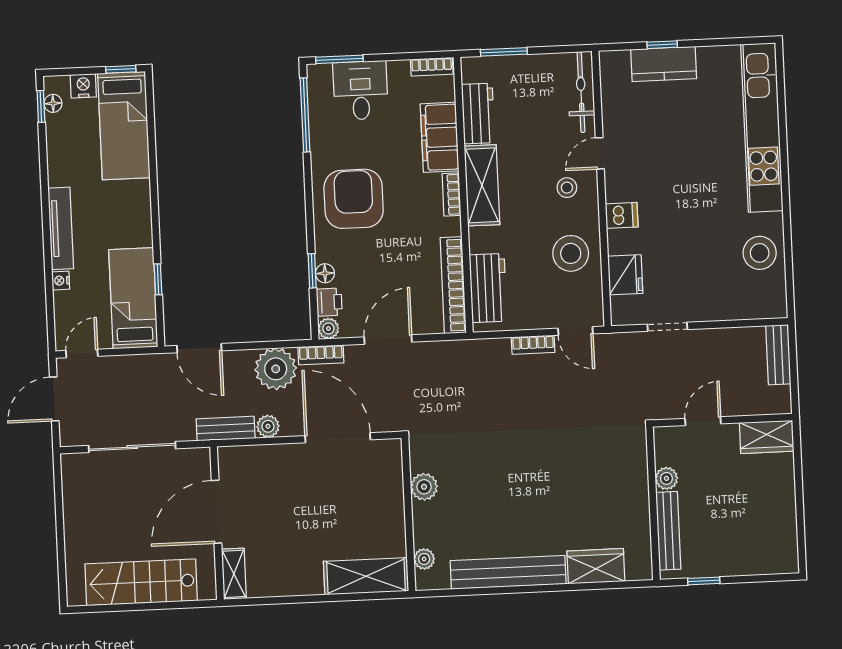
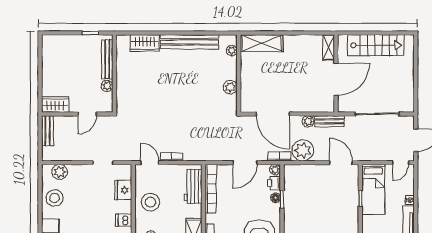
plant: (752, 305) -> (60, 172), added
bench: (778, 355) -> (47, 131), moved

